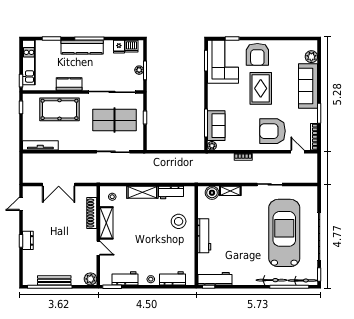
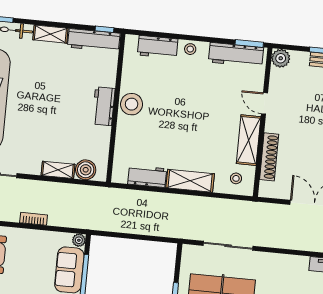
stool: (179, 221) -> (132, 104), moved
workbench: (204, 236) -> (104, 106), width x0.73
workbench: (125, 278) -> (236, 55), width x1.37
shelving: (244, 280) -> (50, 34), added

